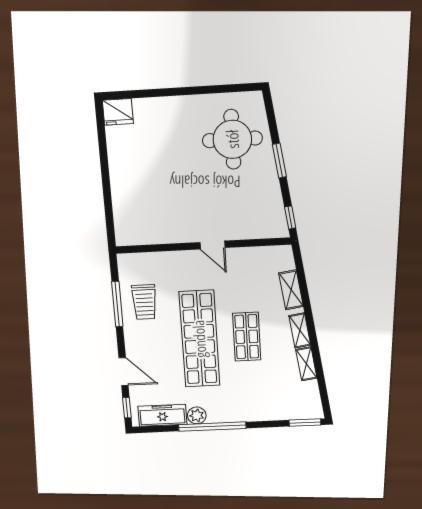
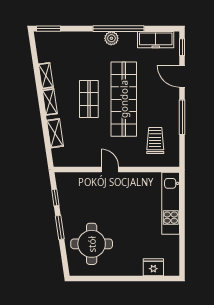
fridge: (118, 112) -> (153, 267), moved
kitchen unit: (124, 203) -> (171, 203), added
window: (290, 217) -> (55, 198), moved
trolley: (144, 302) -> (155, 141), moved
window: (117, 304) -> (182, 117), moved
plant: (197, 415) -> (111, 38), moved

